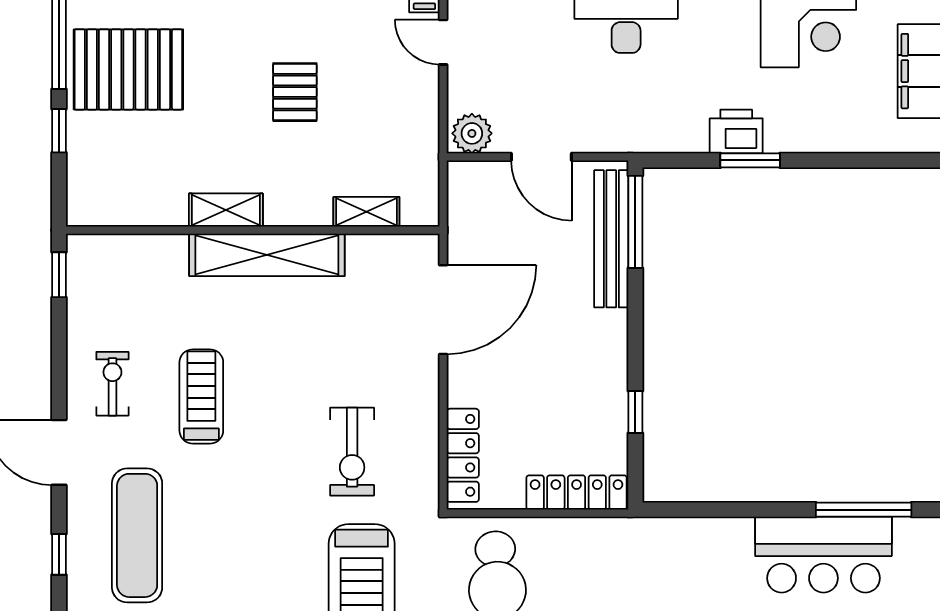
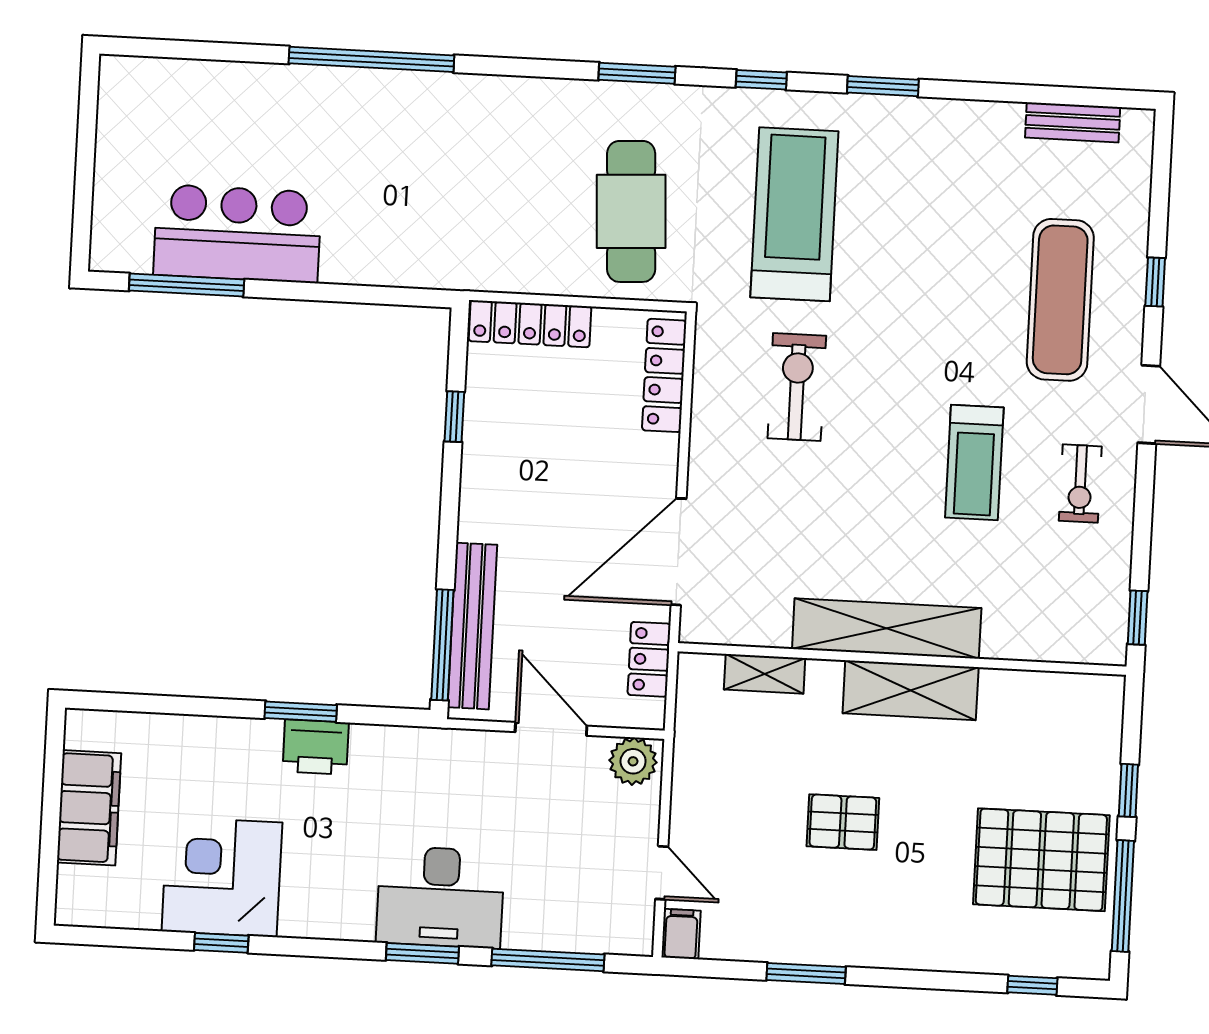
pallet: (295, 92) -> (843, 822), turned 90
shelving: (226, 210) -> (911, 690), width x1.50, depth x1.33
locker: (463, 219) -> (649, 659), added

